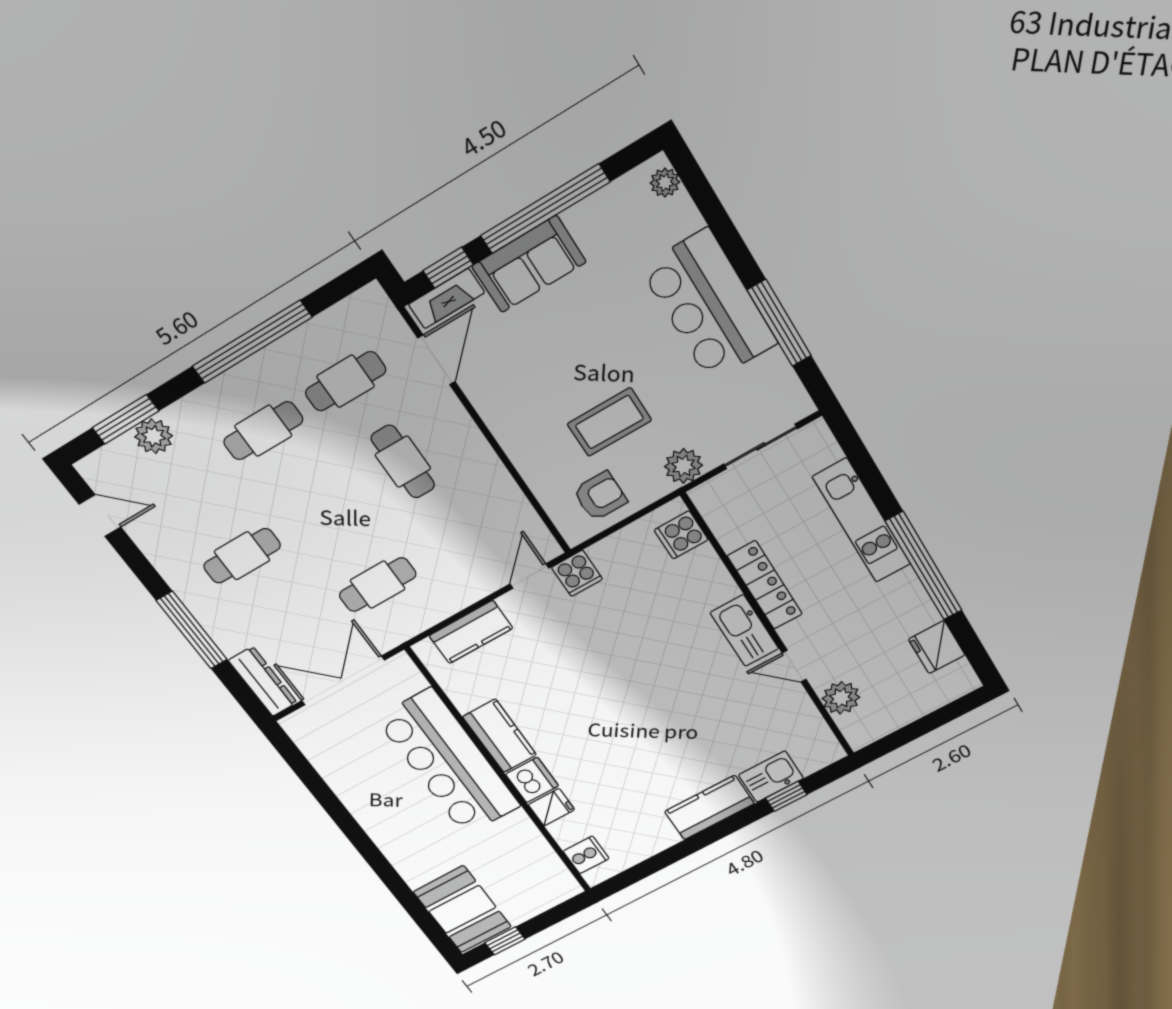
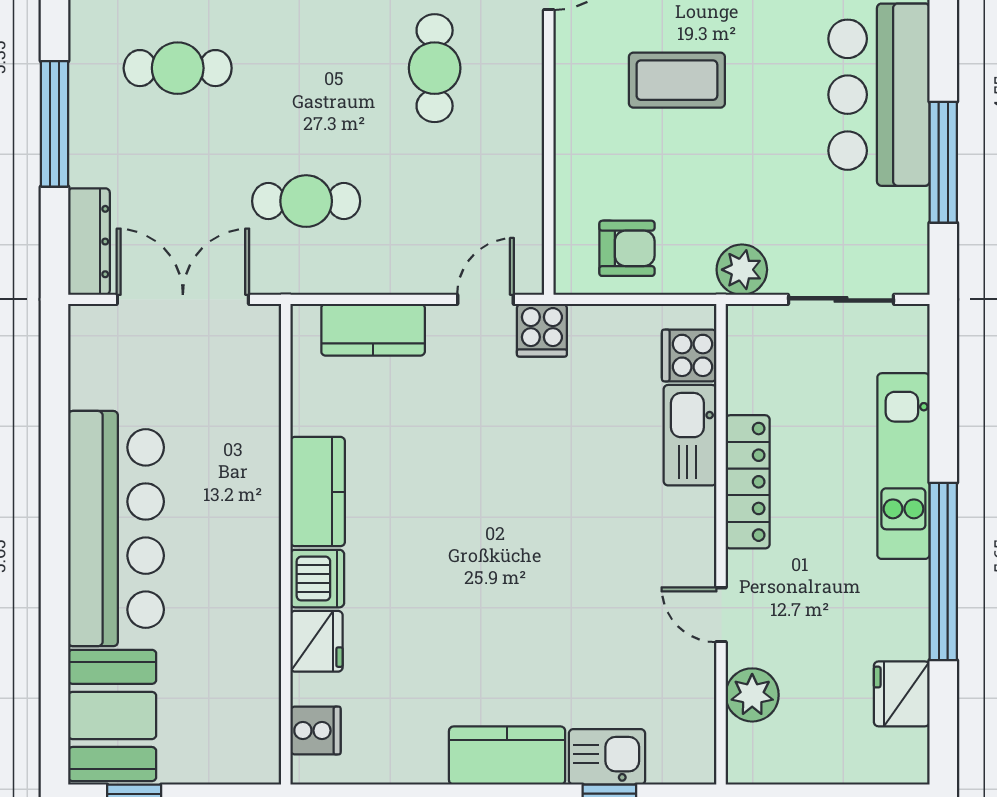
coffee table: (609, 422) -> (677, 80), moved
kitchen sink: (744, 631) -> (690, 435), moved
bar counter: (449, 762) -> (116, 529), moved, turned 180
fridge: (552, 807) -> (316, 641), width x1.38

